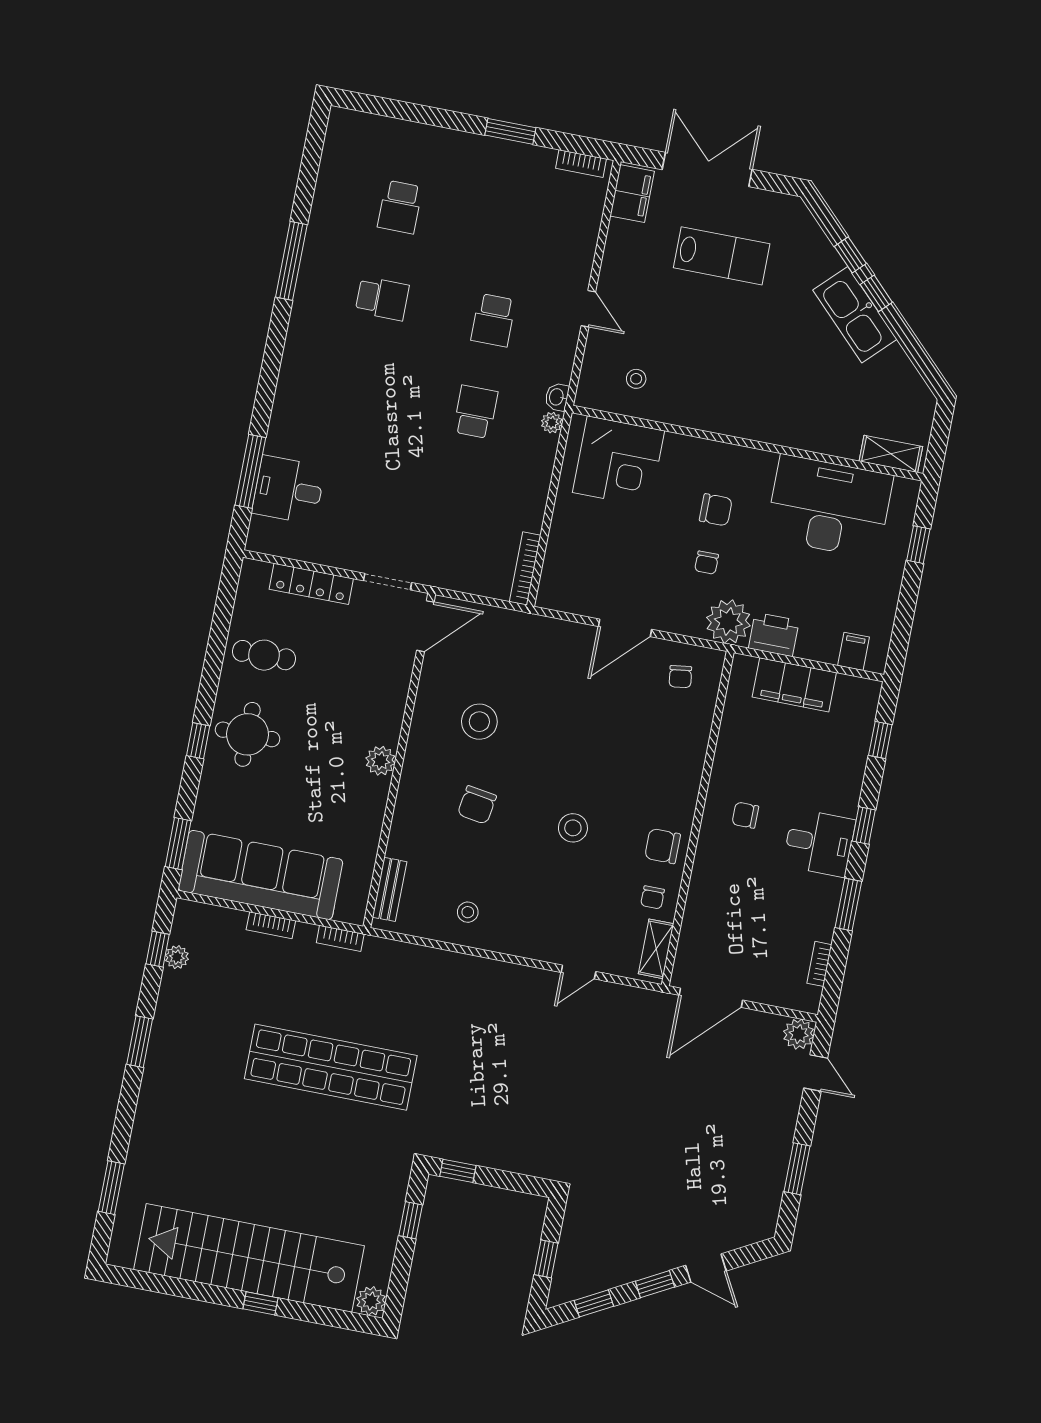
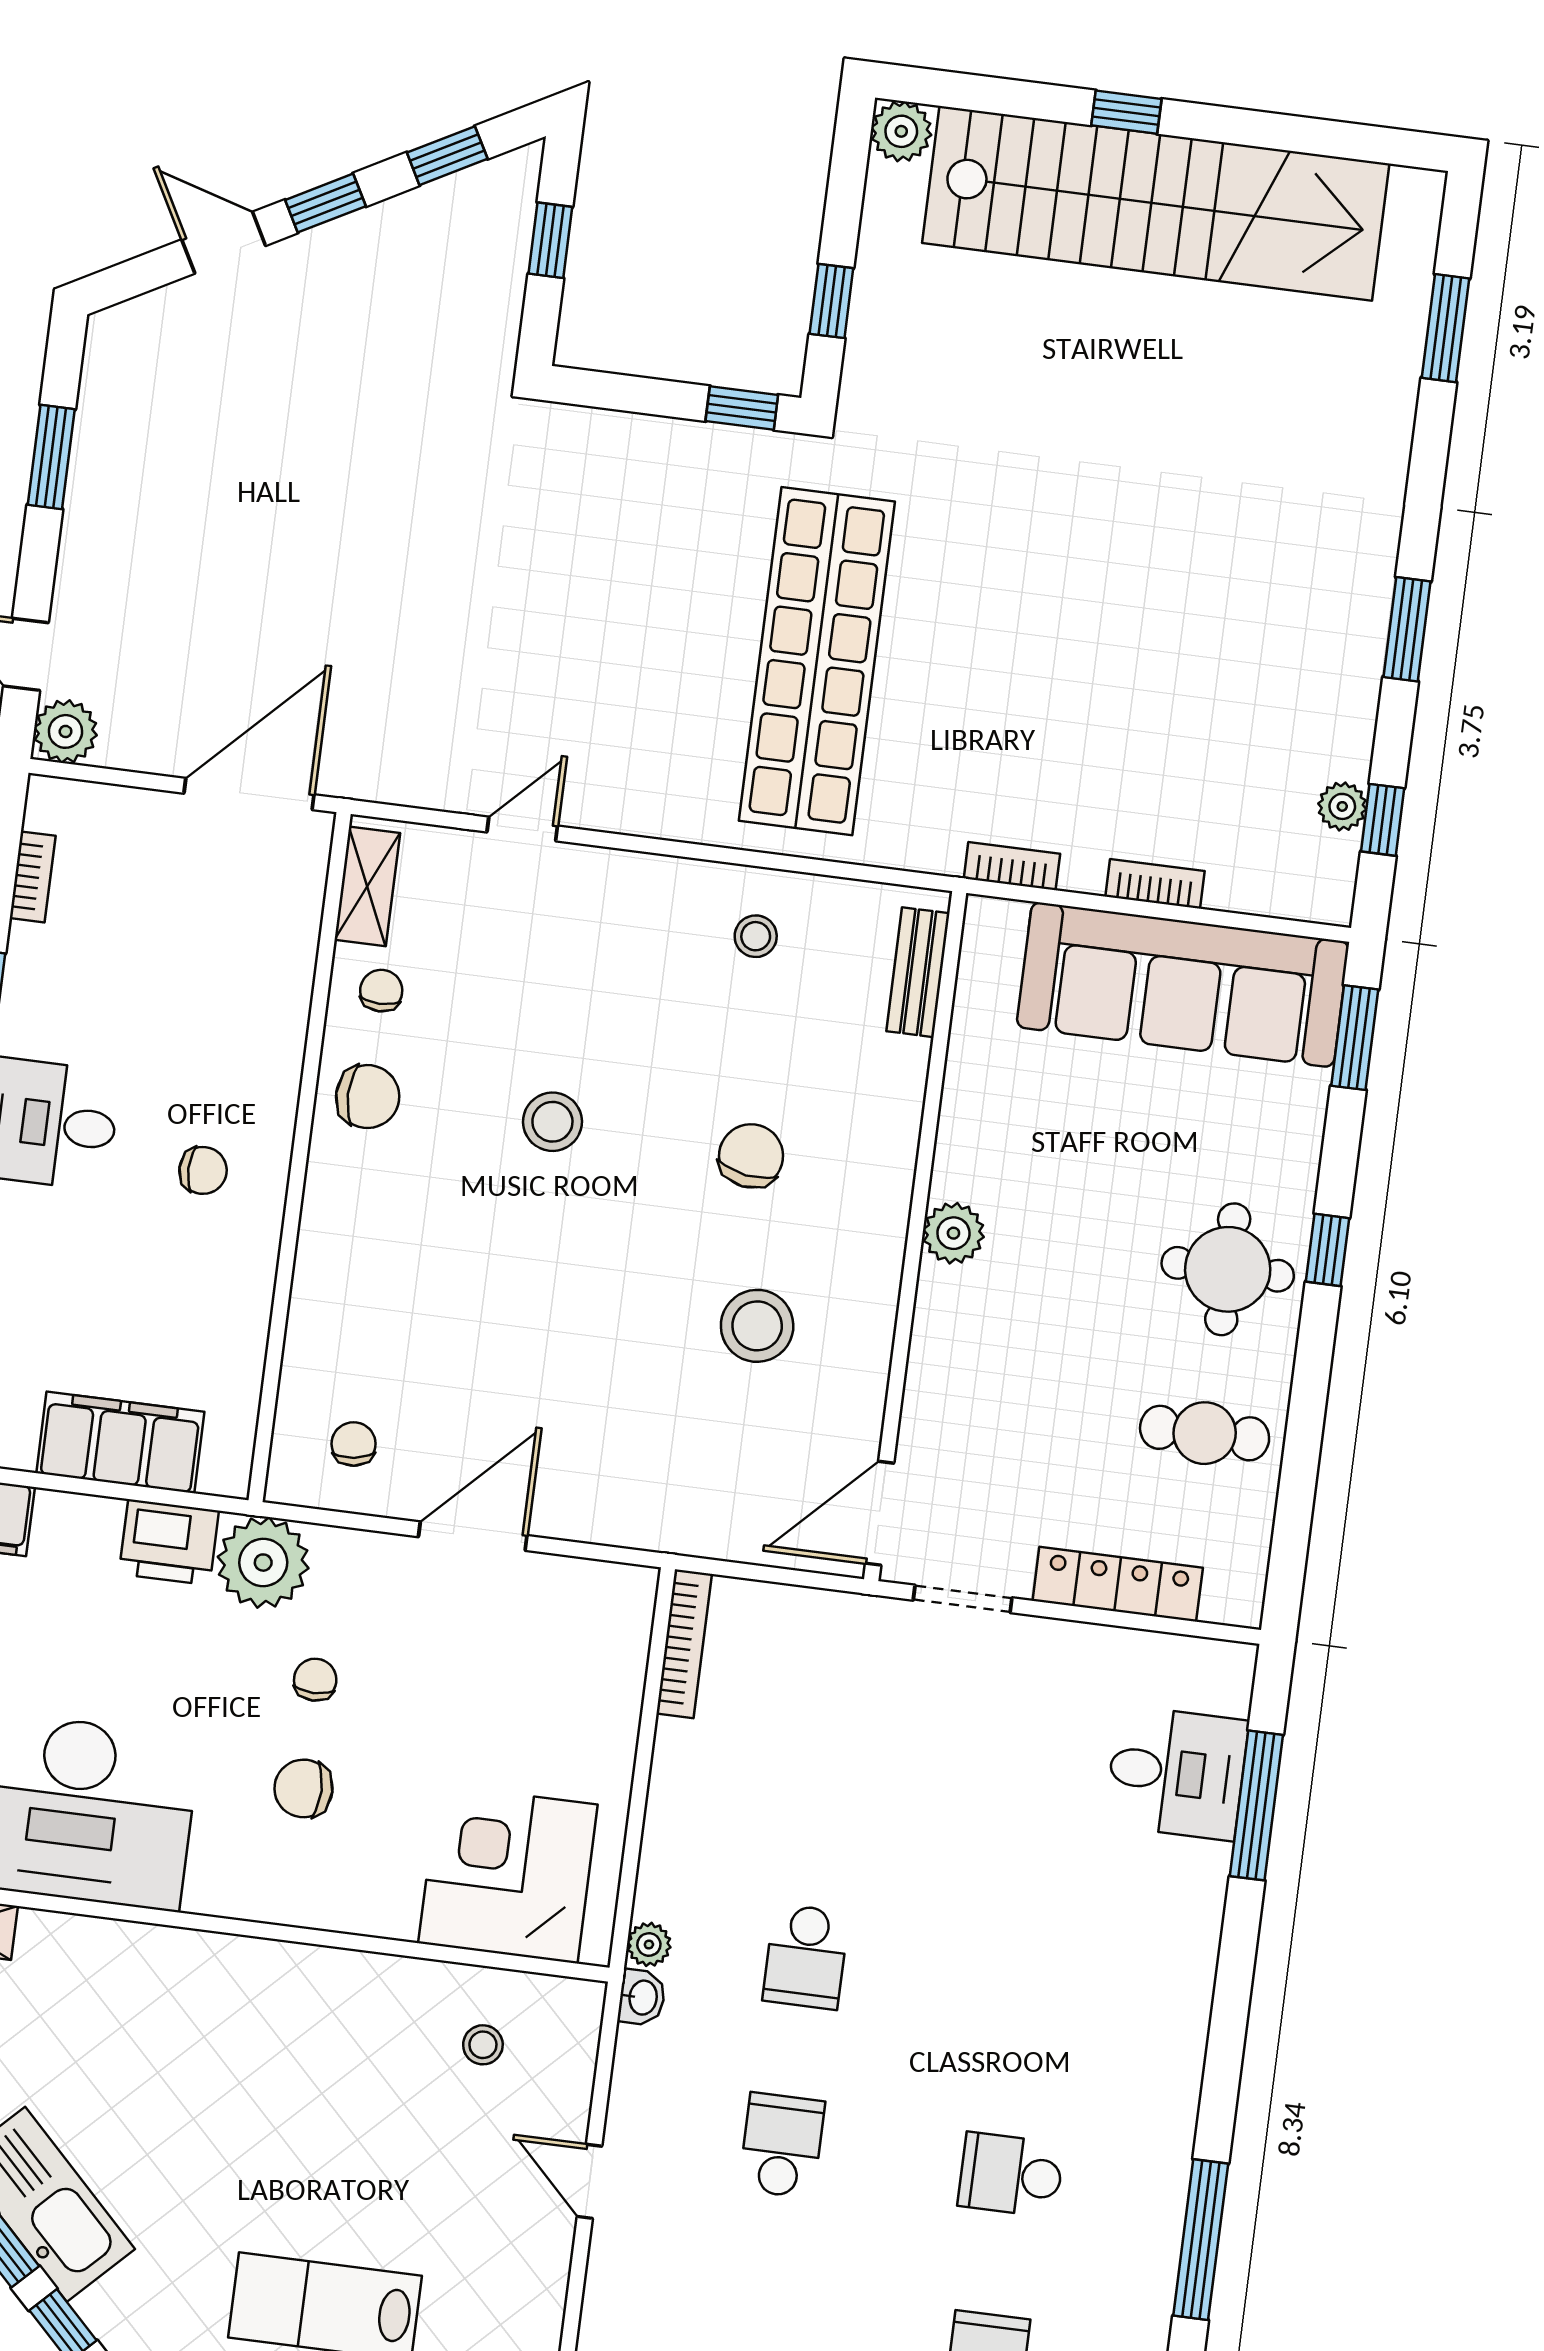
shop shelf: (331, 1067) -> (817, 661), moved, turned 90

